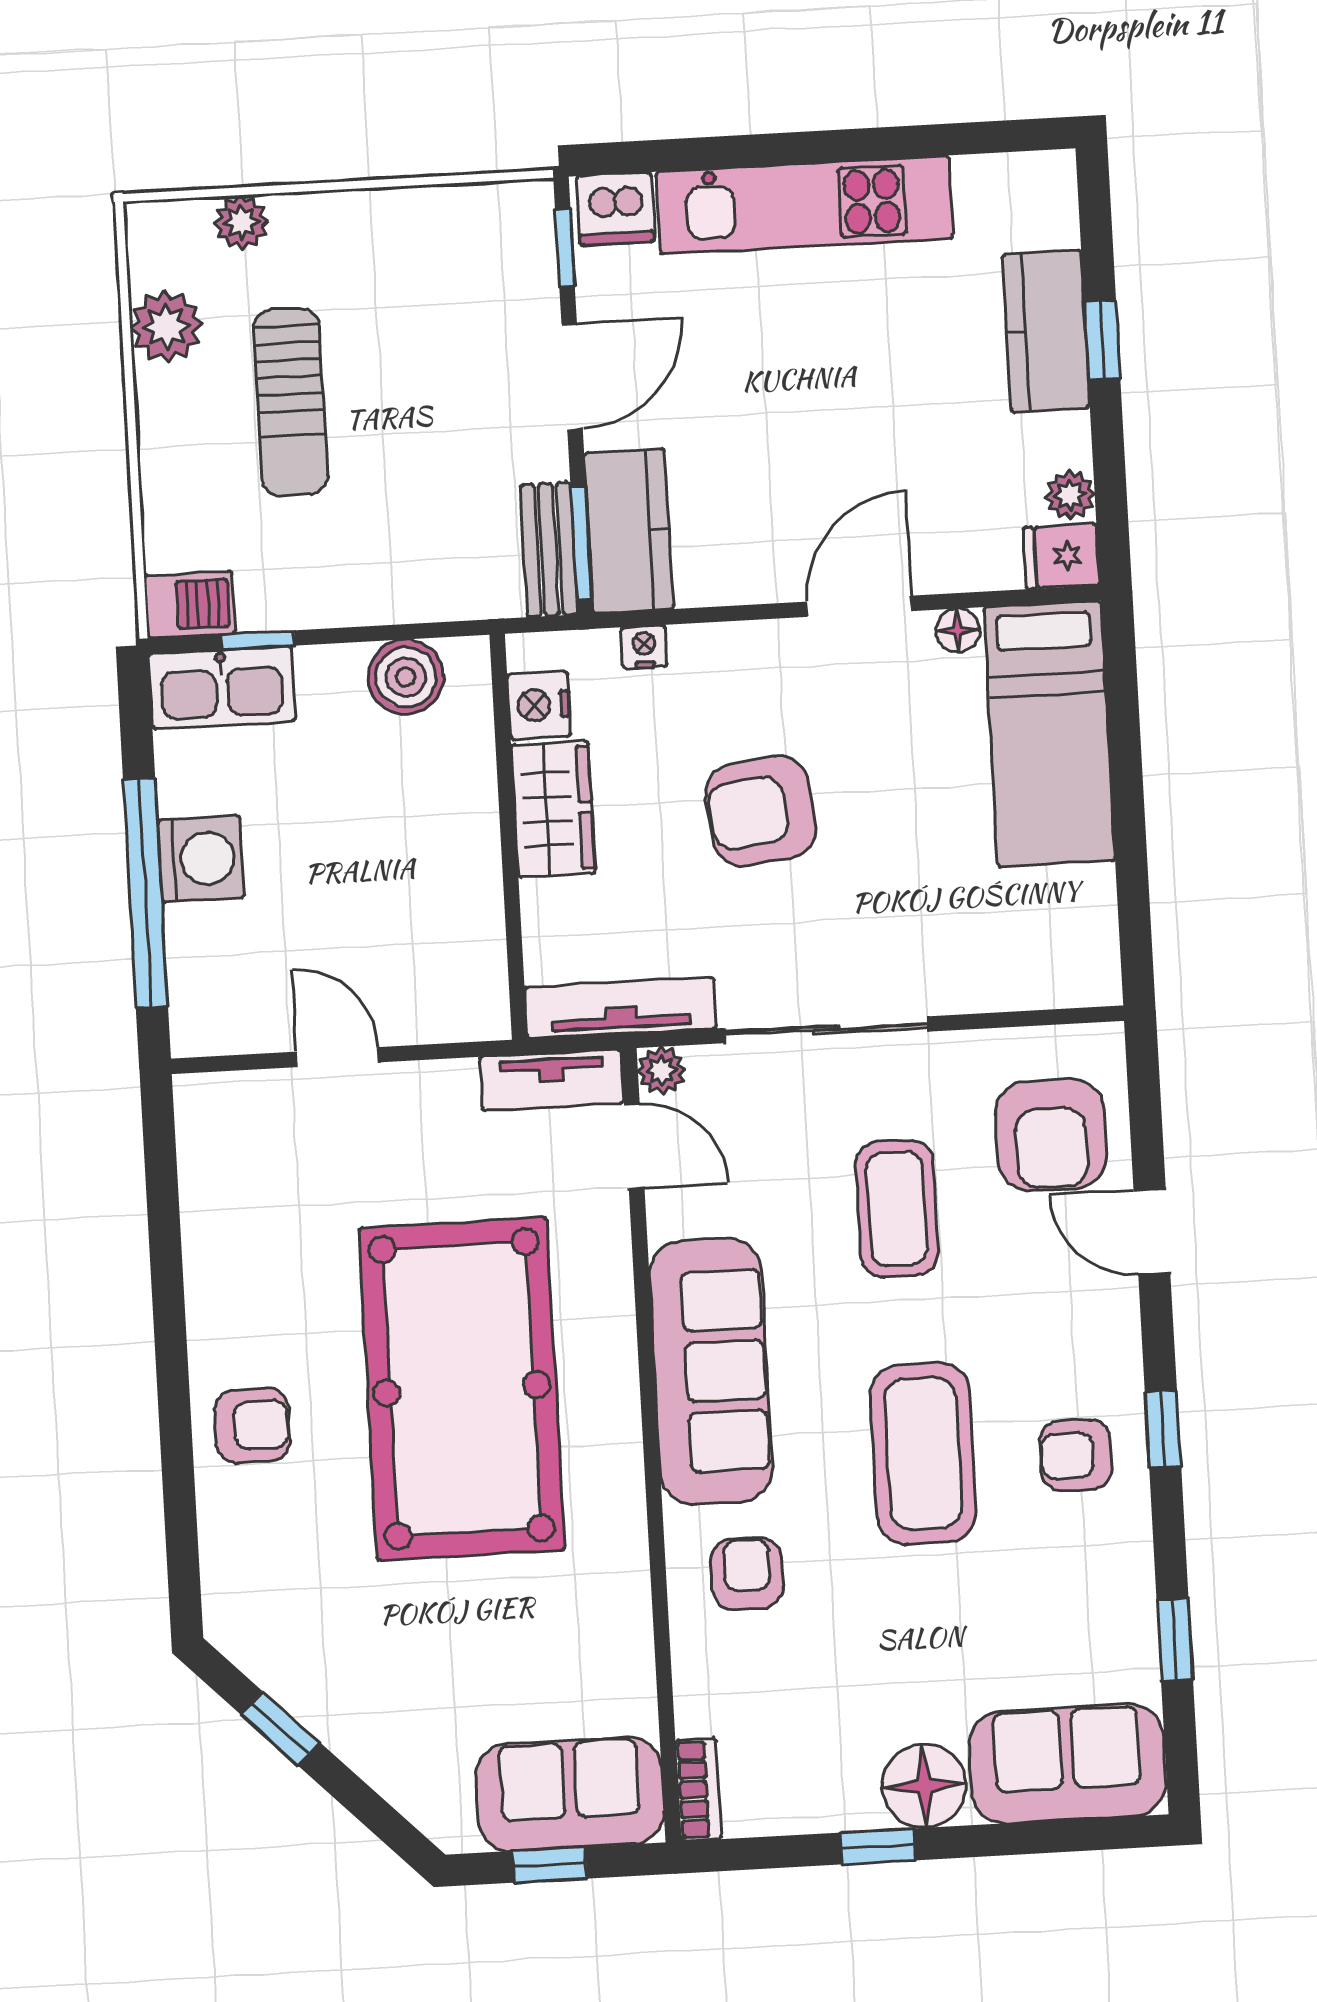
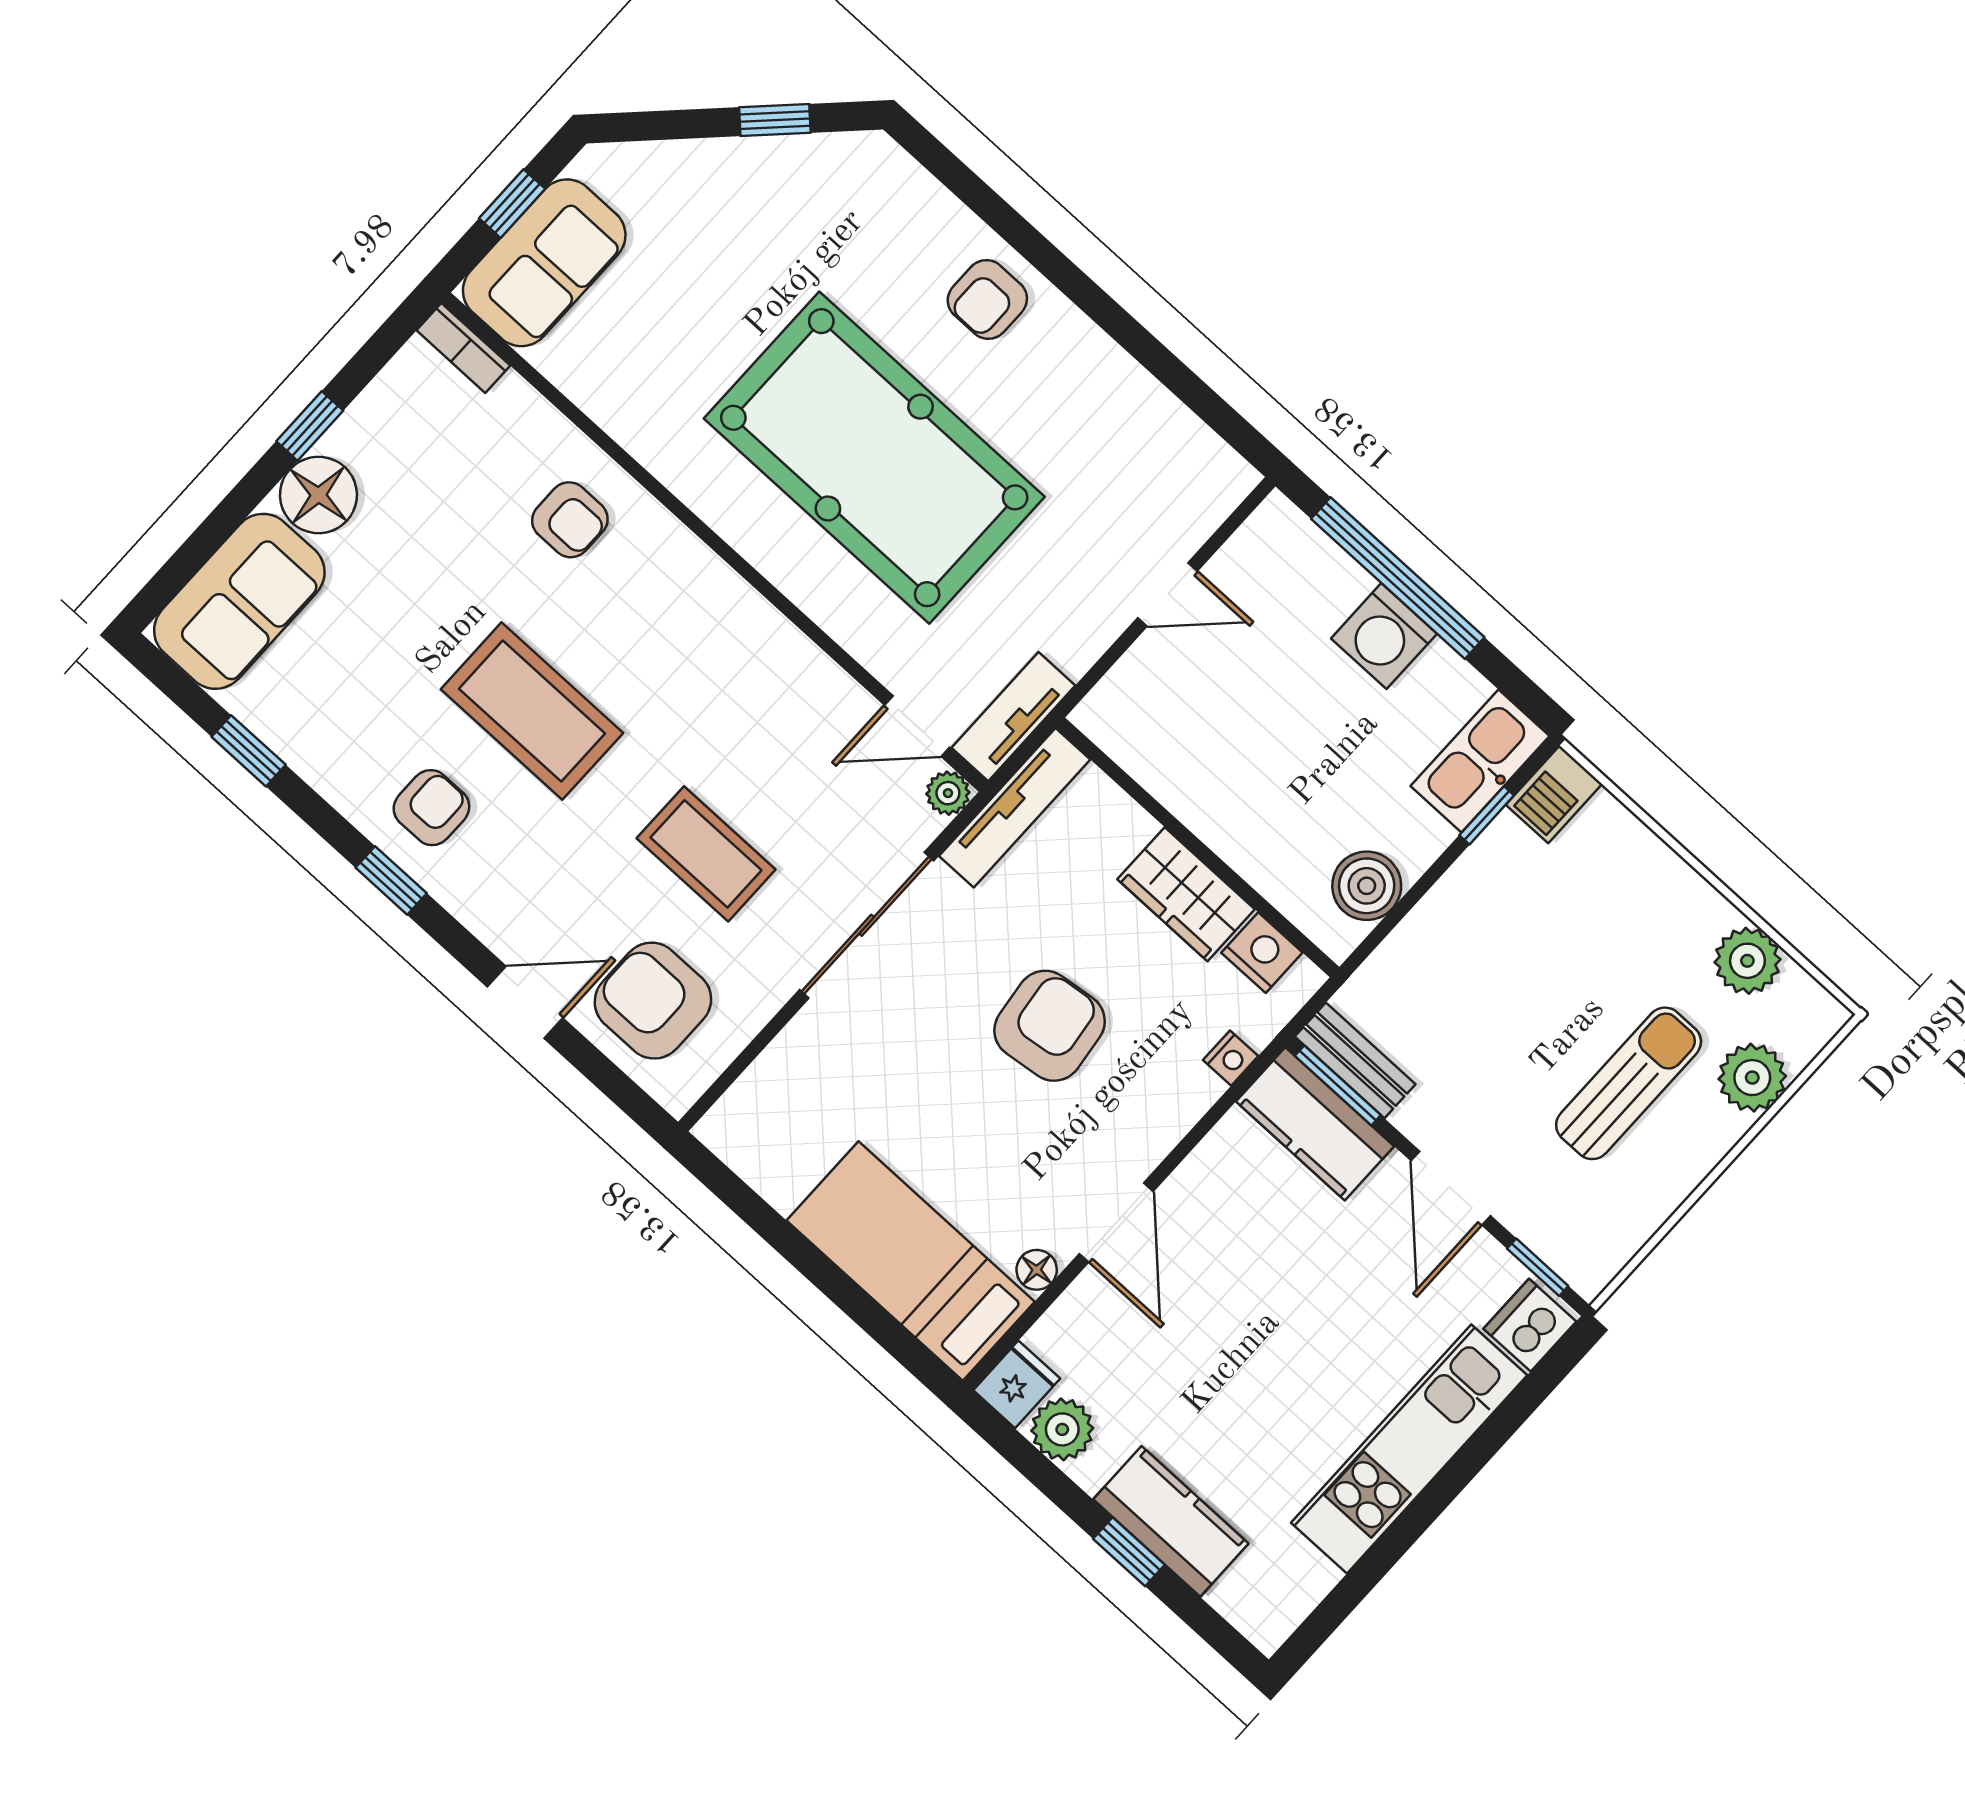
plant: (241, 222) -> (1752, 1078), width x1.38, depth x1.38
sun lounger: (291, 402) -> (1629, 1083), moved, turned 90
plant: (1070, 495) -> (1062, 1429), width x1.38, depth x1.38
sofa: (711, 1371) -> (723, 628), removed

